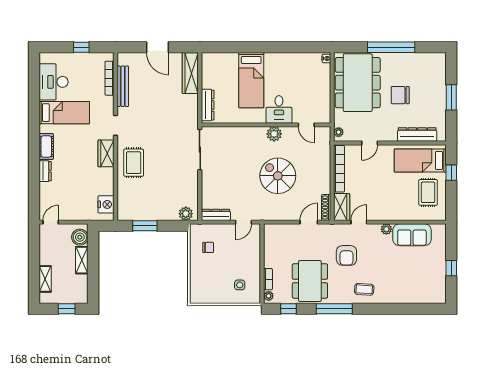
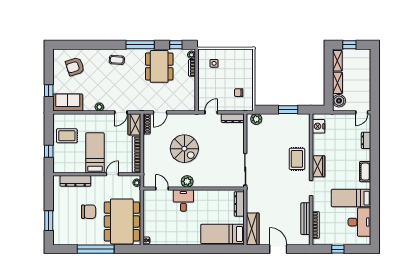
bed: (251, 80) -> (222, 234), moved, turned -90
window: (451, 97) -> (49, 221), moved
bed: (420, 161) -> (95, 153), moved, turned -90
dresser: (45, 171) -> (366, 140), moved
rug: (428, 192) -> (67, 136), turned 90
sofa: (412, 235) -> (68, 103), moved
armchair: (346, 255) -> (75, 67), moved, turned -107
window: (451, 268) -> (49, 91), moved
shelving: (45, 279) -> (337, 61), moved

